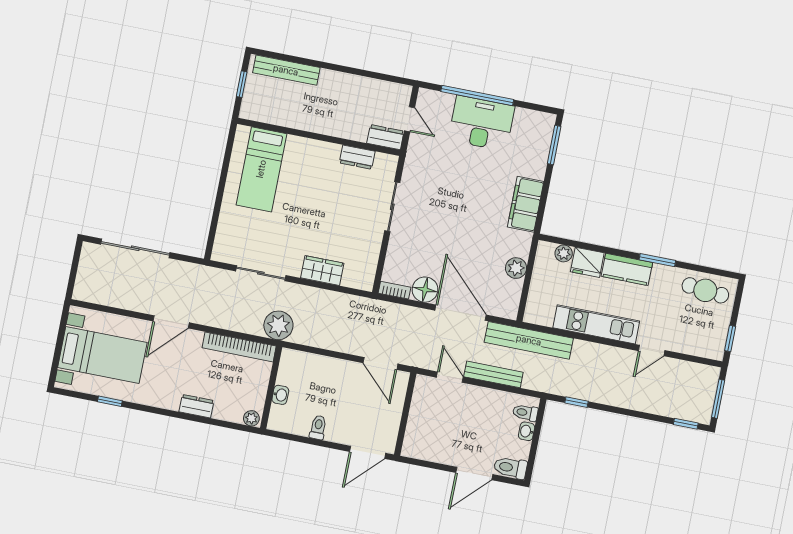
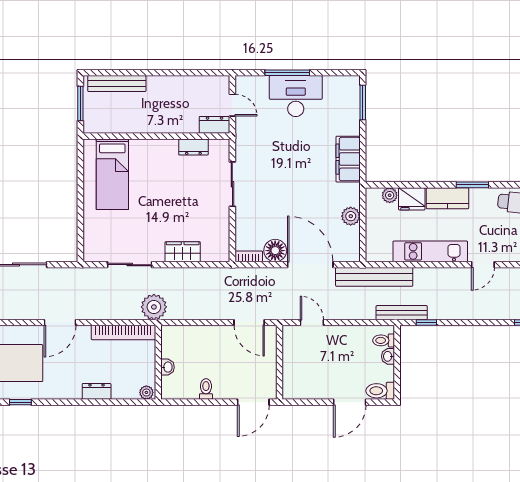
window: (242, 84) -> (80, 103), width x1.50
window: (477, 95) -> (287, 73), width x0.68
bench: (493, 374) -> (402, 313), moved

